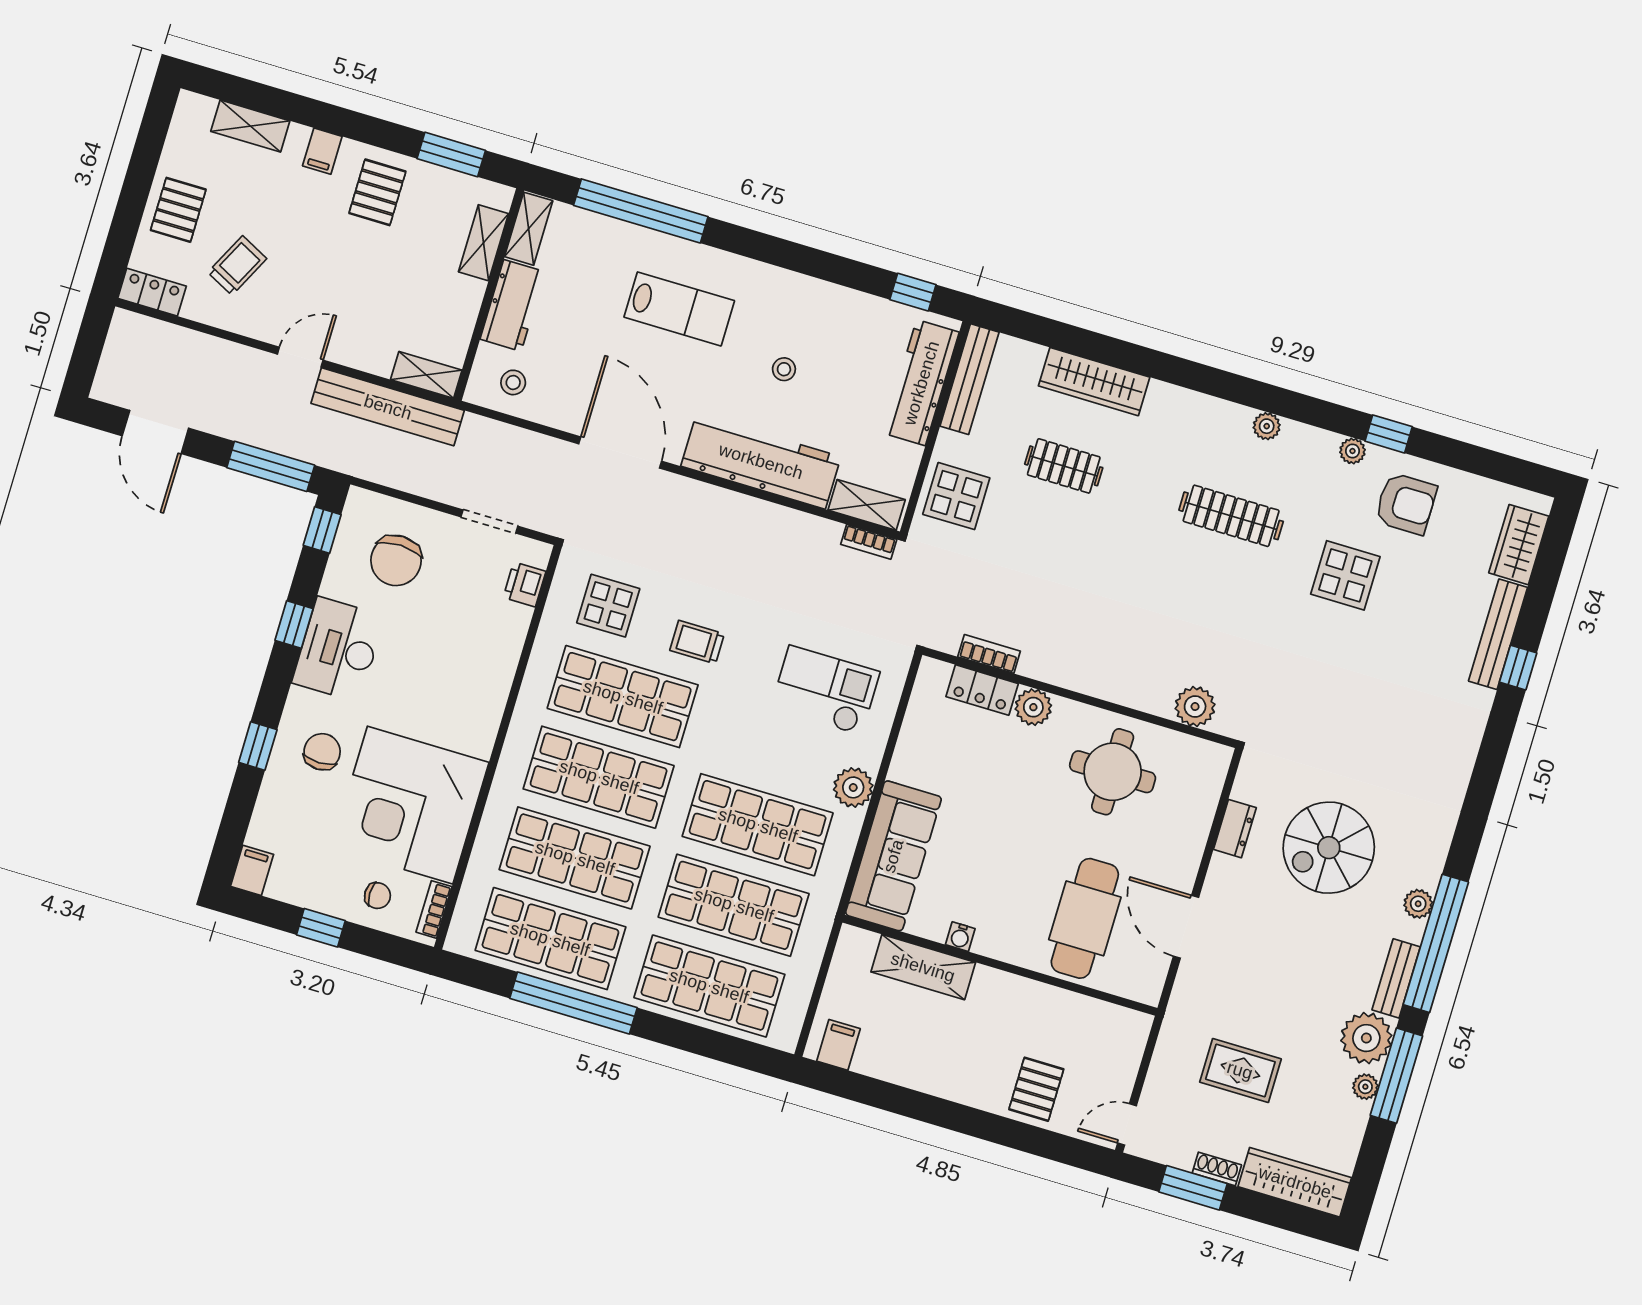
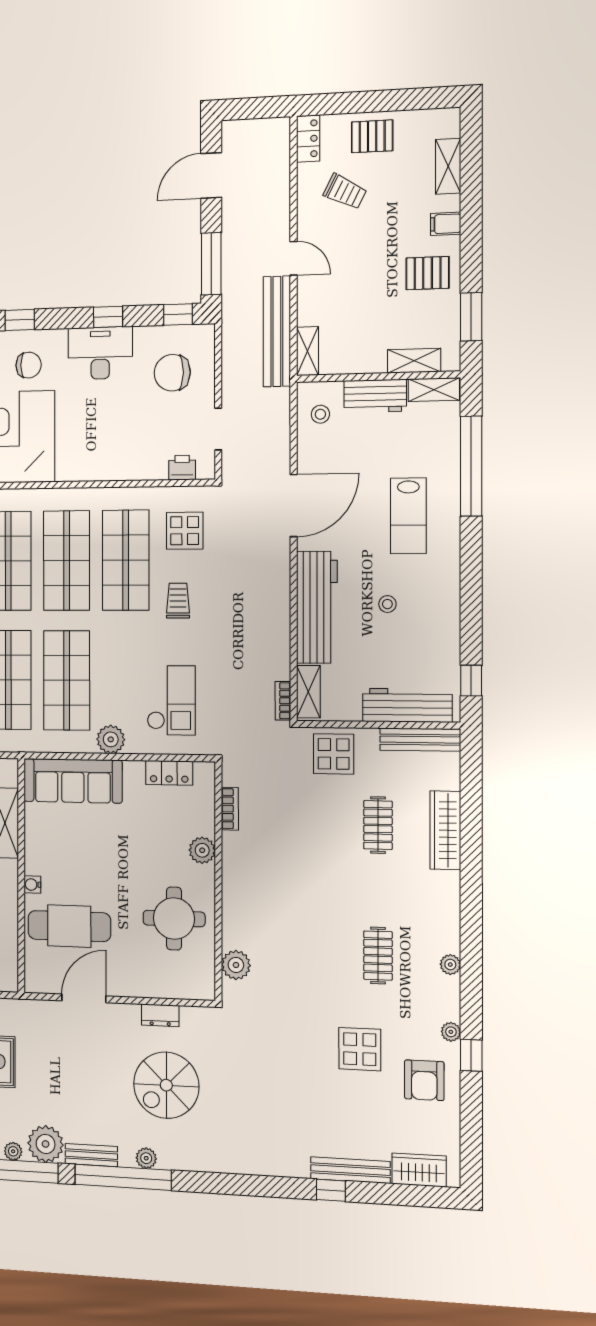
clothes rail: (1231, 516) -> (378, 955), width x0.73
locker: (982, 690) -> (169, 773), moved, turned -90
spiral stairs: (1329, 848) -> (166, 1085), turned -90
water cooler: (960, 937) -> (32, 885), moved

